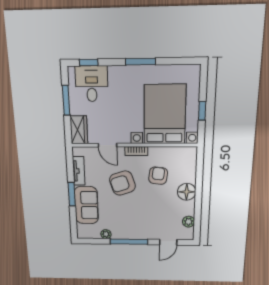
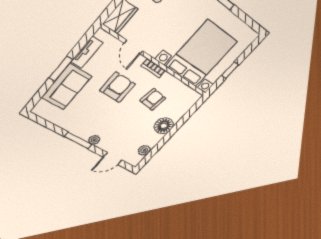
armchair: (122, 183) -> (118, 87), turned 108
plant: (106, 234) -> (94, 140), moved
window: (129, 242) -> (78, 141), width x0.69

